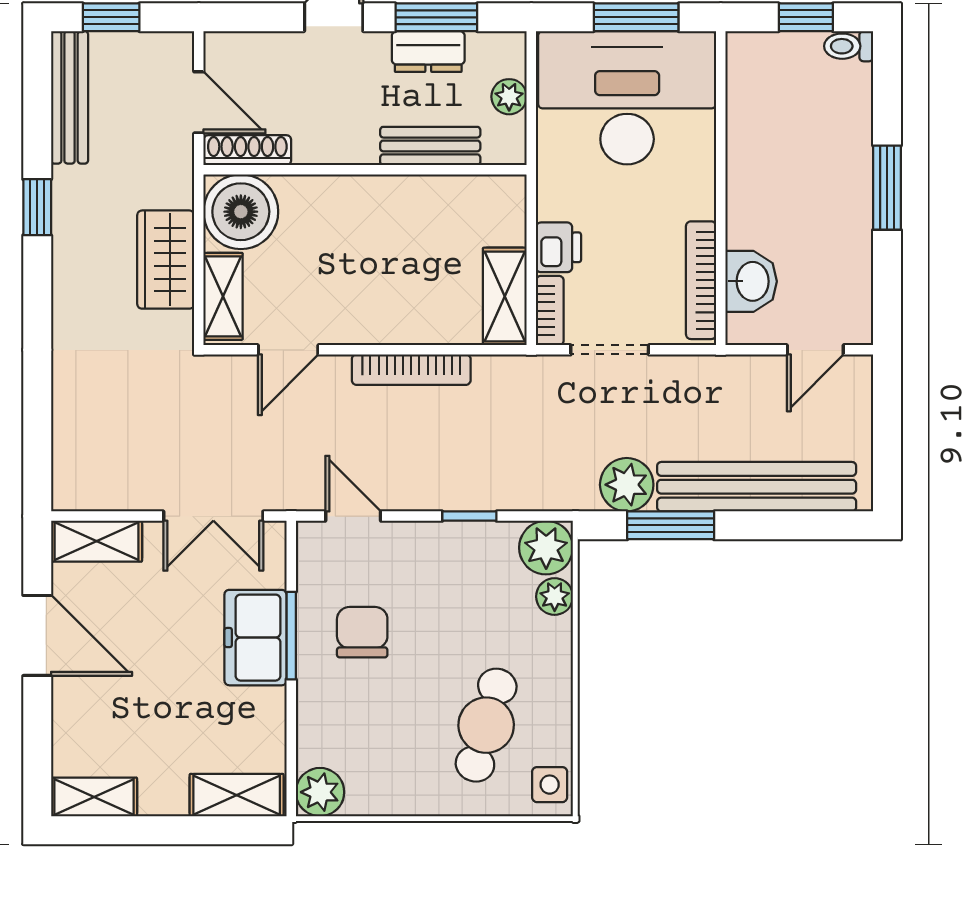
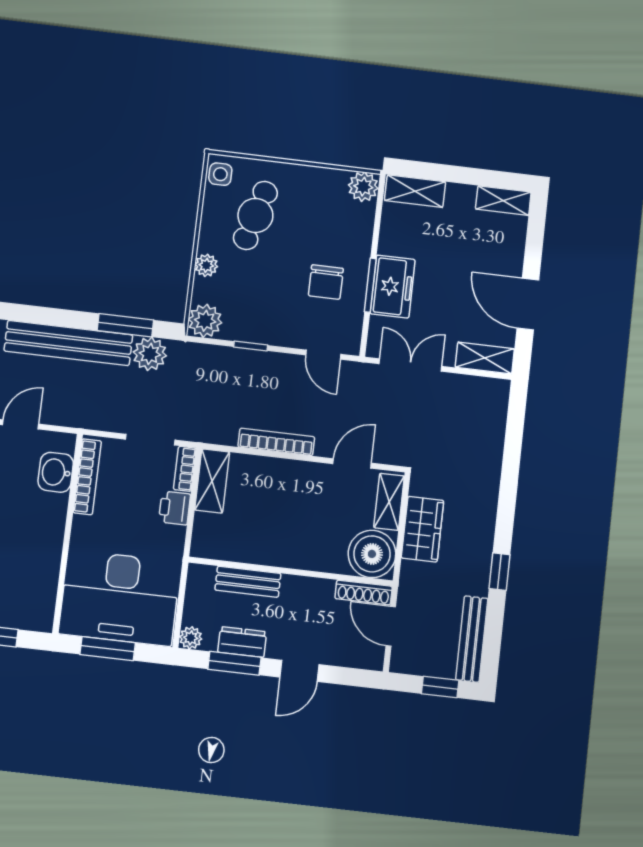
plant: (509, 97) -> (191, 638), moved
plant: (555, 597) -> (206, 265), moved

